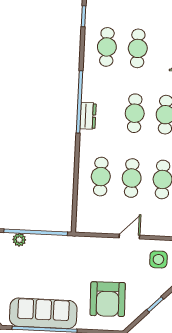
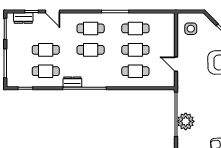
dresser: (88, 116) -> (72, 82), moved
door: (129, 237) -> (176, 64), moved
plant: (19, 240) -> (186, 121), width x1.88, depth x1.88

